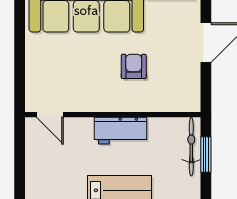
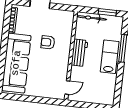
window: (206, 154) -> (107, 12), moved

